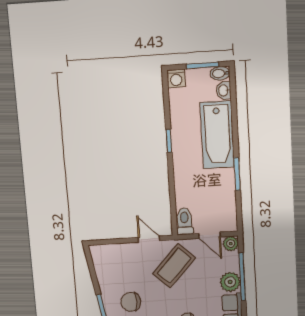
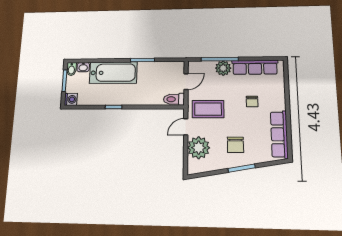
plant: (231, 244) -> (199, 148), moved, width x1.88, depth x1.88
coffee table: (174, 266) -> (208, 109), turned -43

